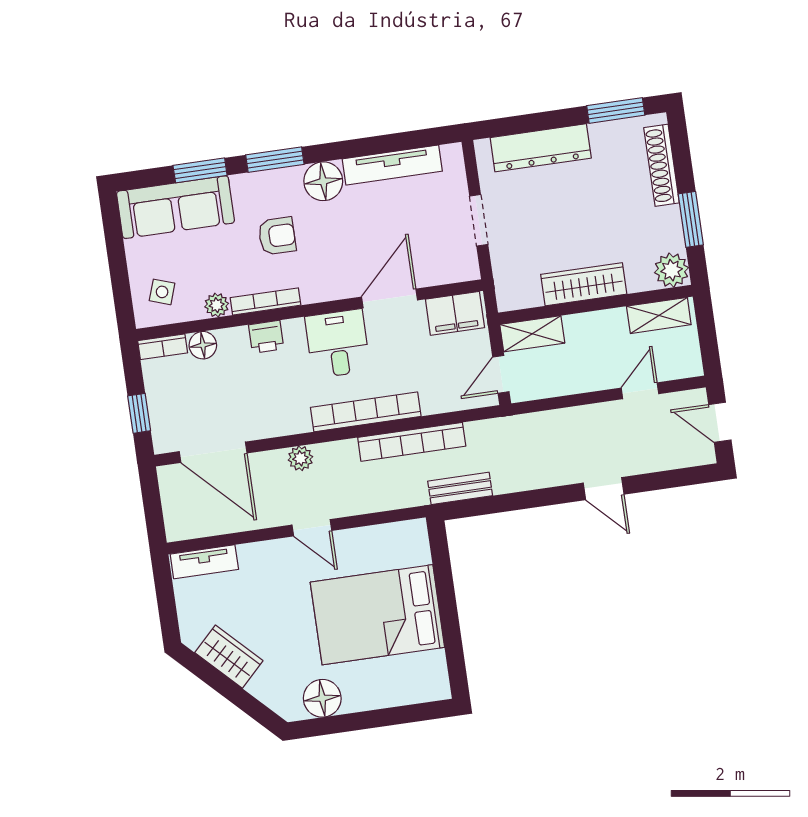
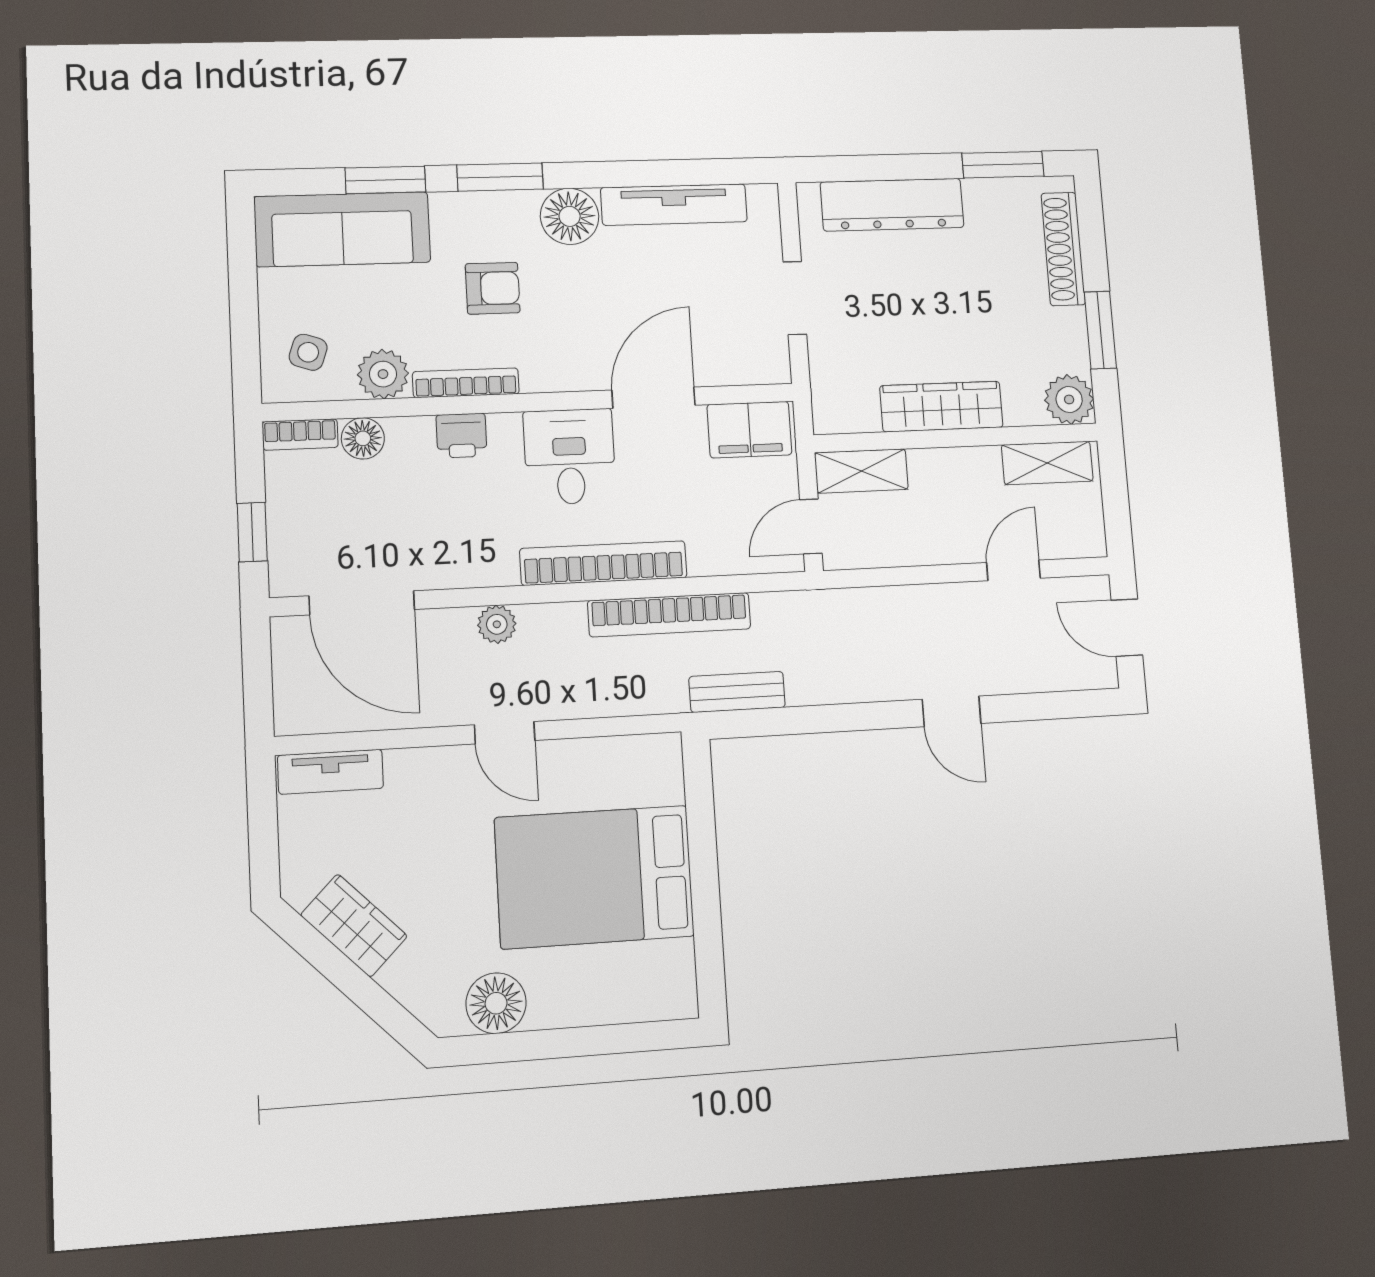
plant: (217, 305) -> (383, 374), width x1.38, depth x1.38

